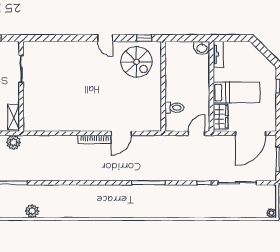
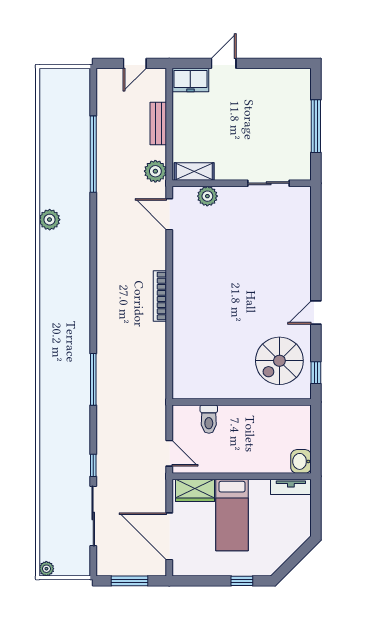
plant: (30, 109) -> (207, 196), added
door: (121, 133) -> (169, 214), moved
plant: (32, 211) -> (50, 220), moved

